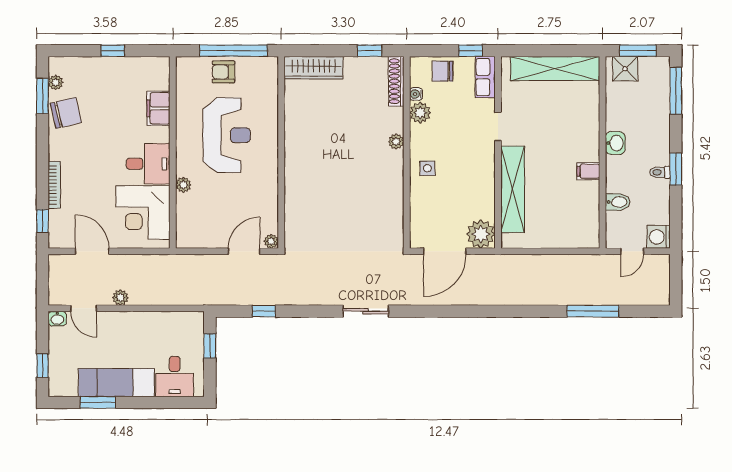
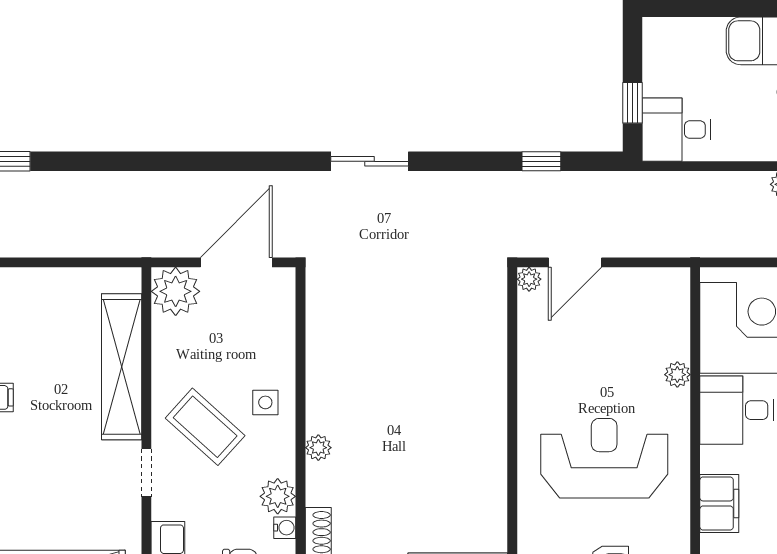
reception desk: (227, 135) -> (604, 458), turned 90
coffee table: (463, 154) -> (205, 427), added
desk: (175, 377) -> (676, 130), moved, turned -90

